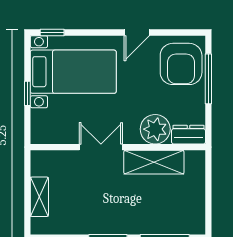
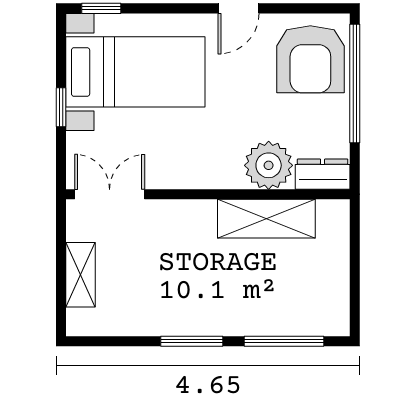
window: (208, 79) -> (355, 84), width x1.46
double door: (101, 147) -> (110, 194), moved

